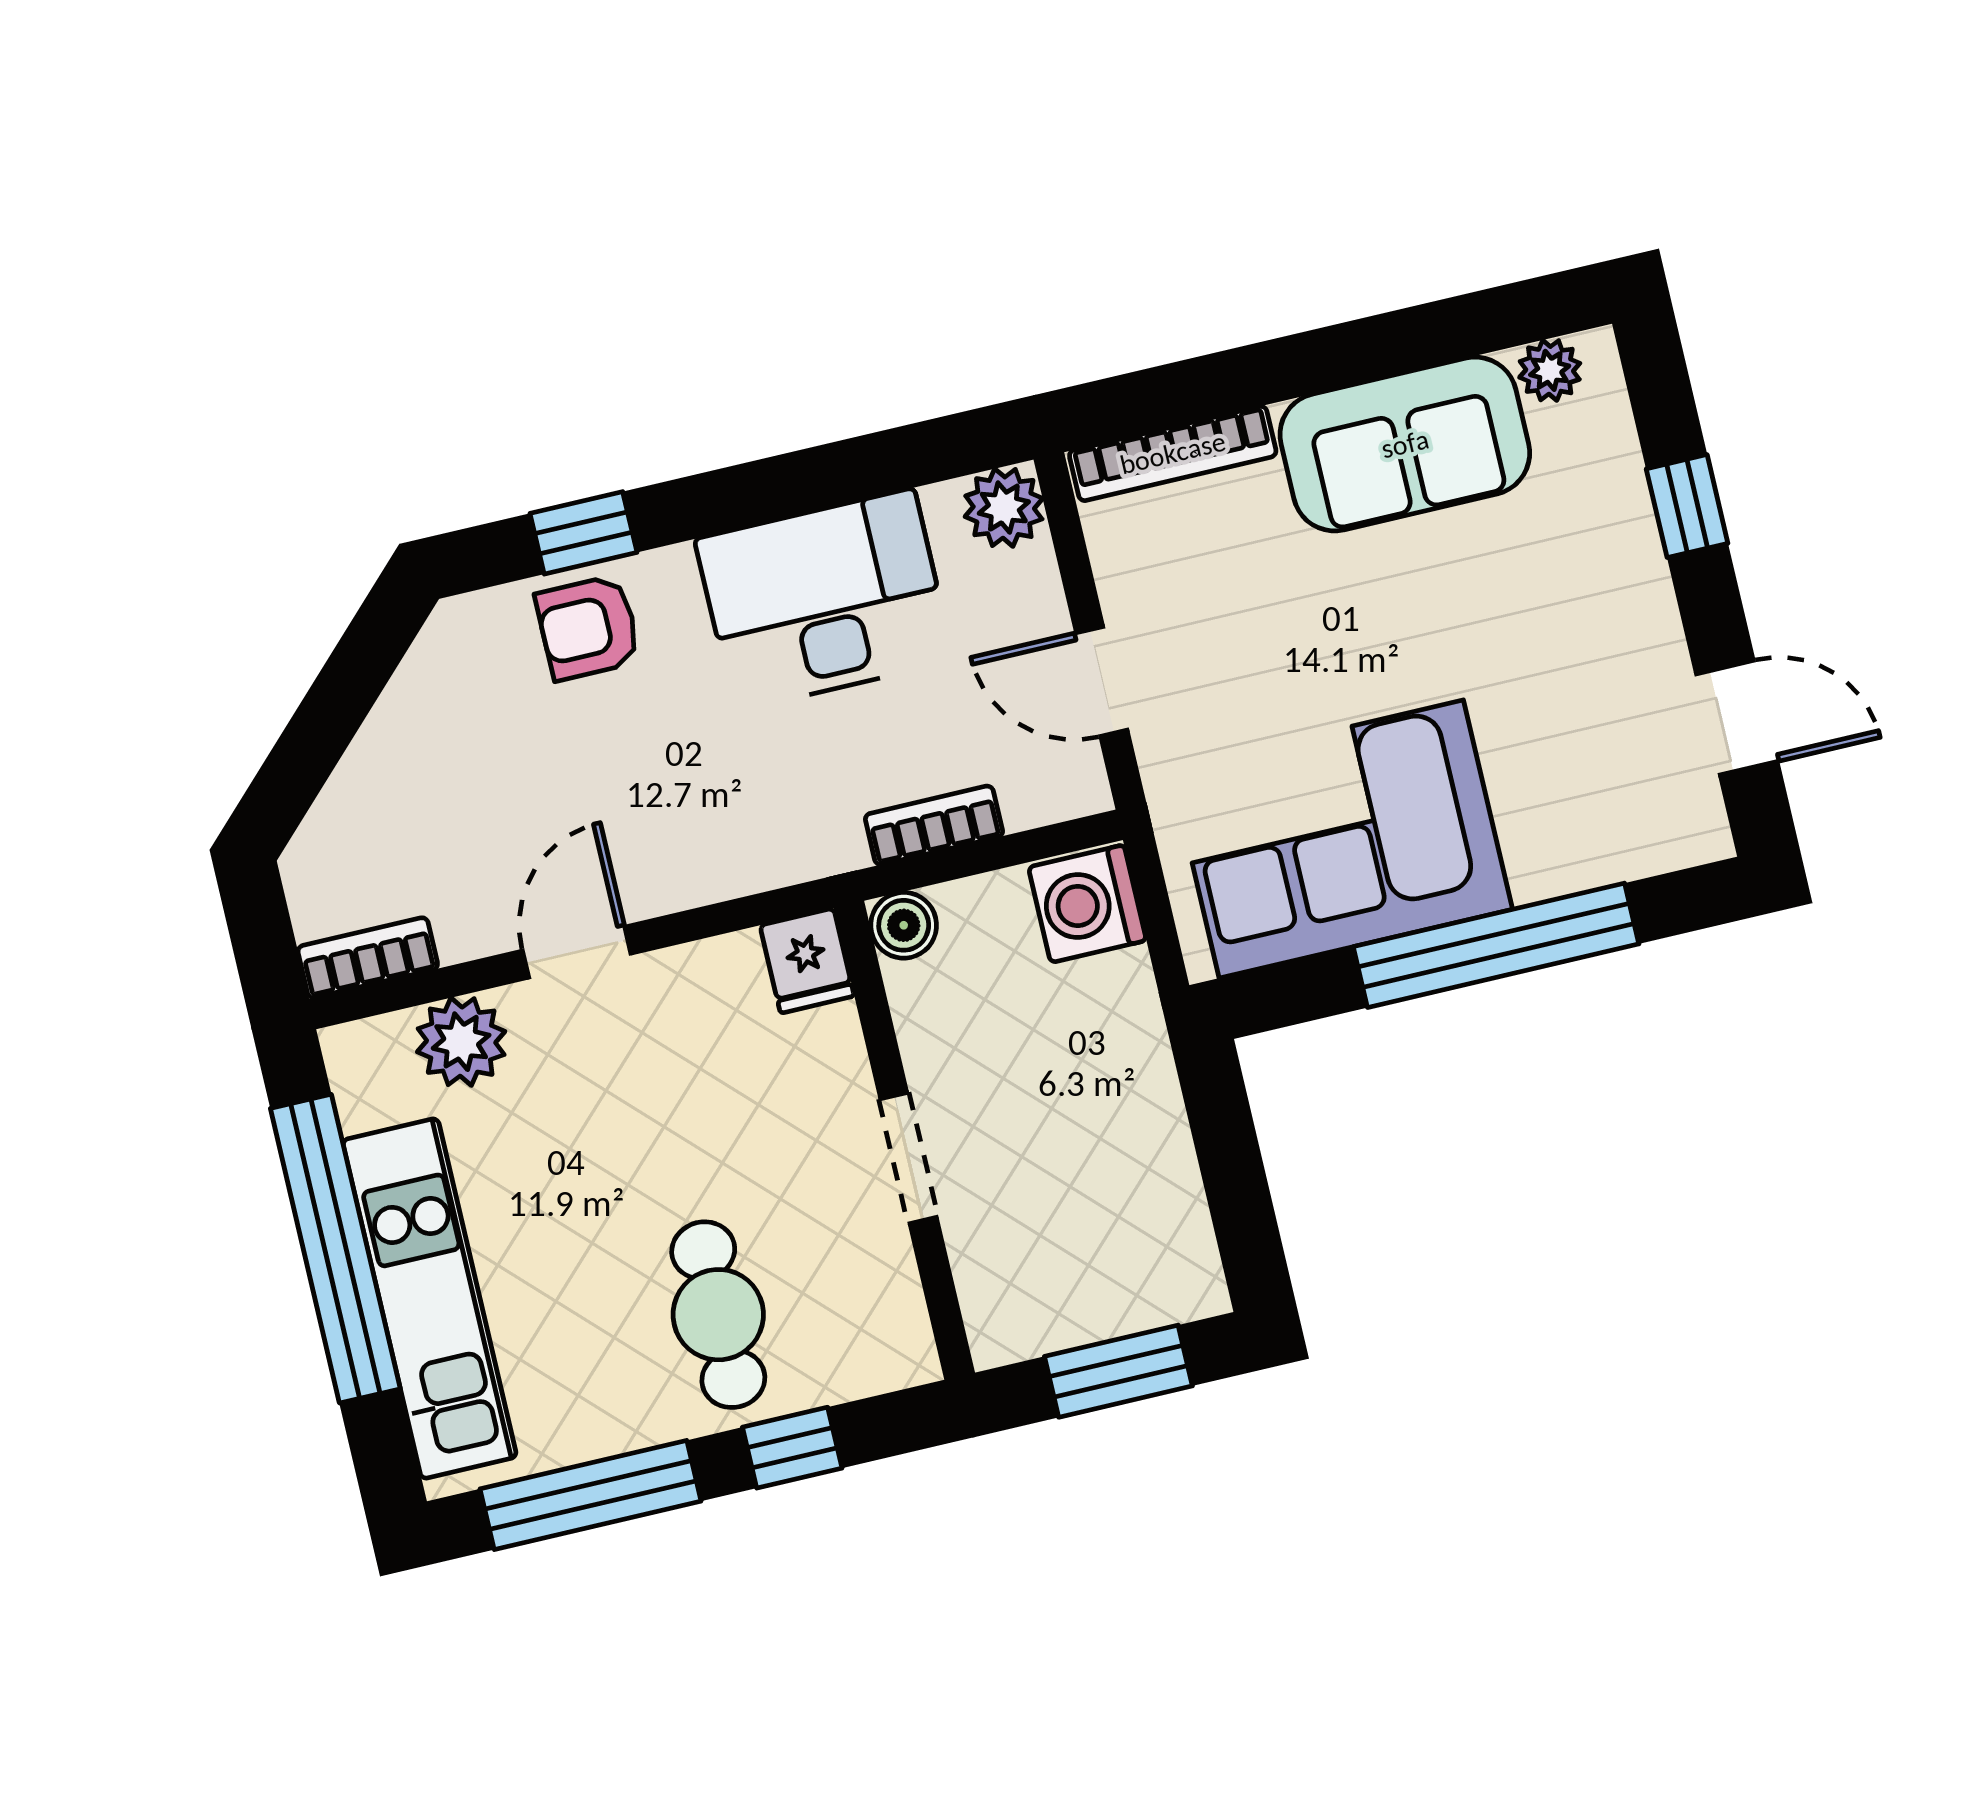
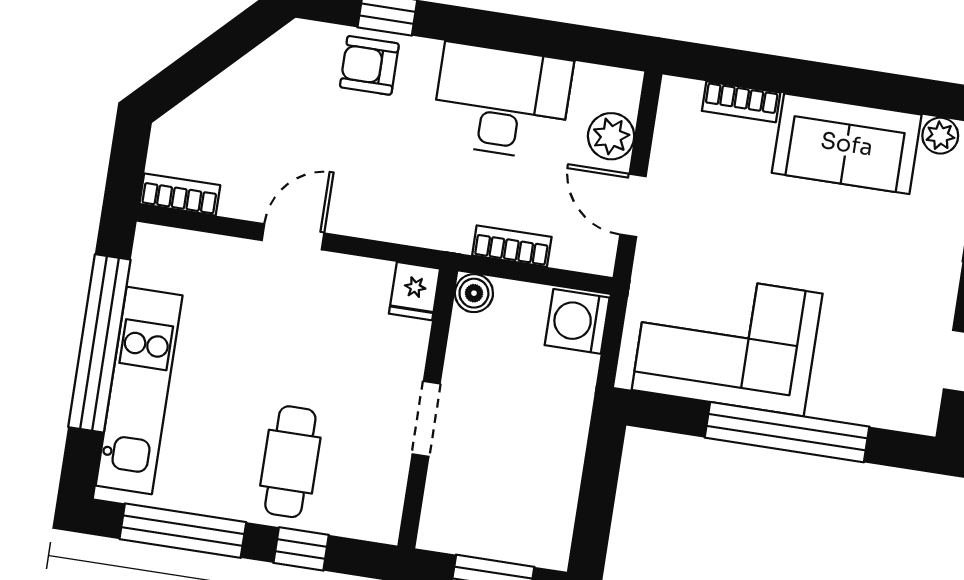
bookcase: (1173, 453) -> (741, 102), width x0.64
plant: (1004, 508) -> (611, 136), moved
plant: (461, 1042) -> (212, 260), removed

